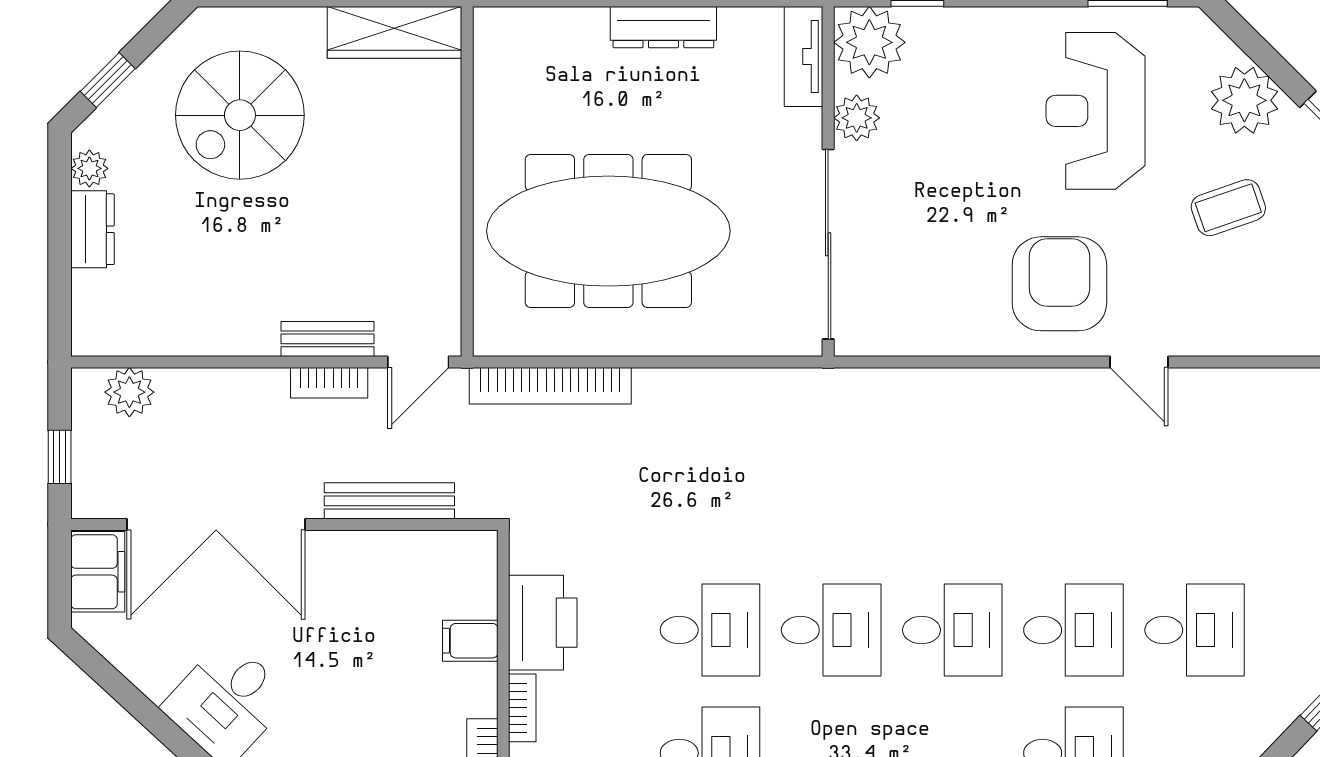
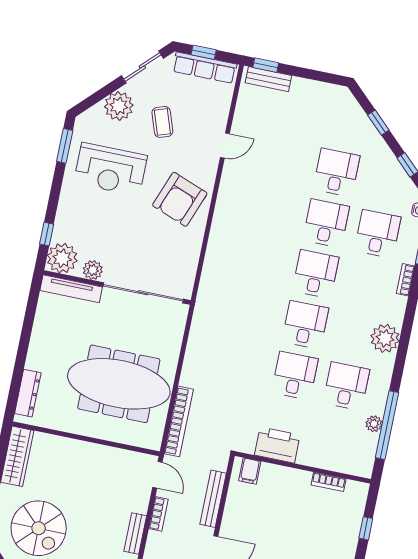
dresser: (663, 27) -> (28, 393), moved
tv unit: (804, 56) -> (71, 289), width x1.41
meeting table: (608, 231) -> (119, 384), turned 90
armchair: (1059, 284) -> (180, 199), turned -69
bench: (327, 339) -> (135, 534), moved
door: (1139, 362) -> (225, 146), moved
filing cabinet: (470, 641) -> (250, 471), moved
bookcase: (522, 708) -> (311, 461), removed

